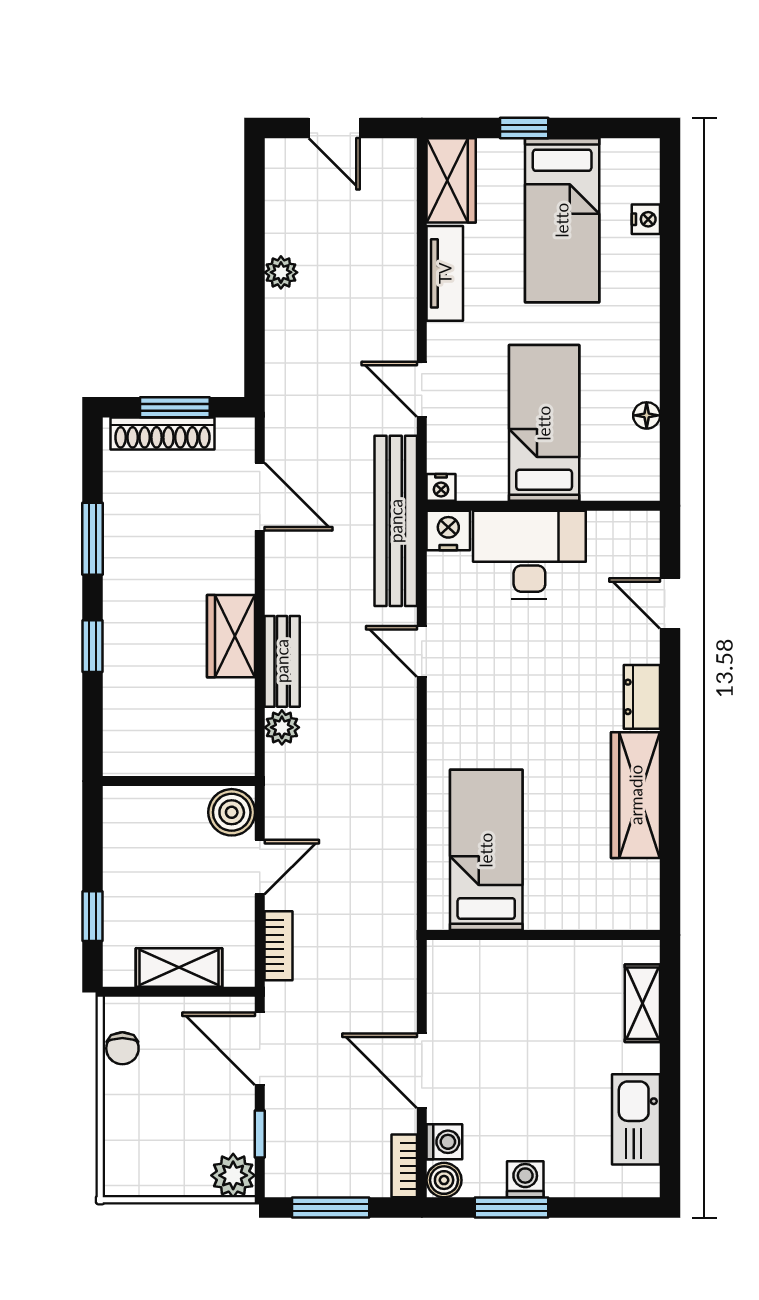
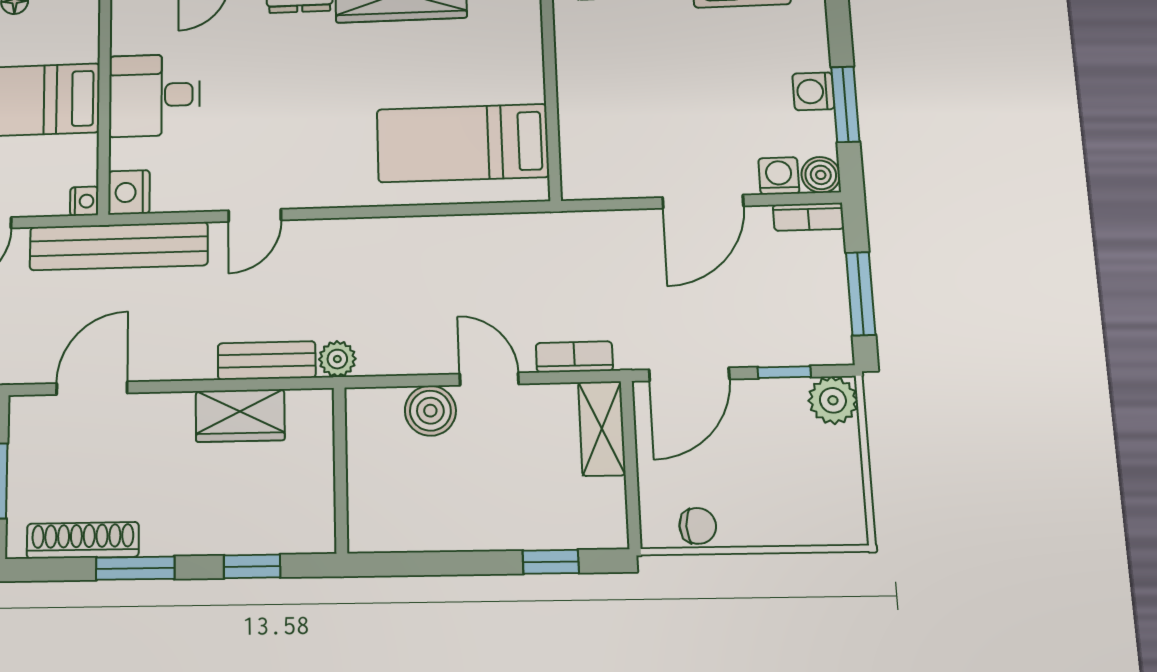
shoe rack: (162, 434) -> (83, 540), moved, turned -90
desk: (529, 555) -> (154, 95), width x0.73
wall: (179, 781) -> (340, 470), moved
shelving: (179, 967) -> (602, 429), moved

